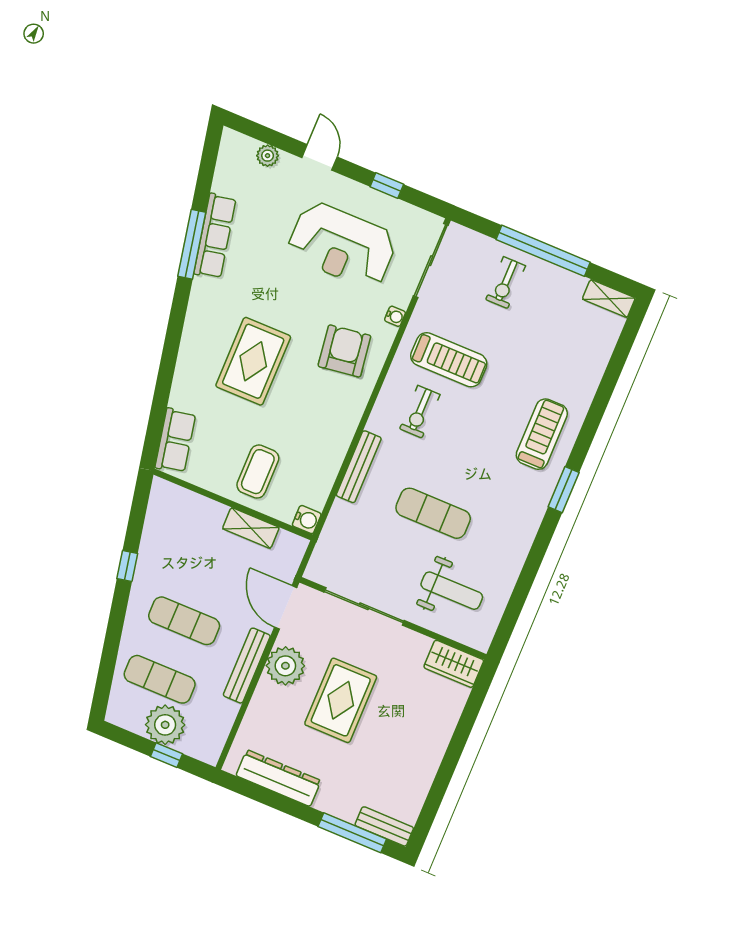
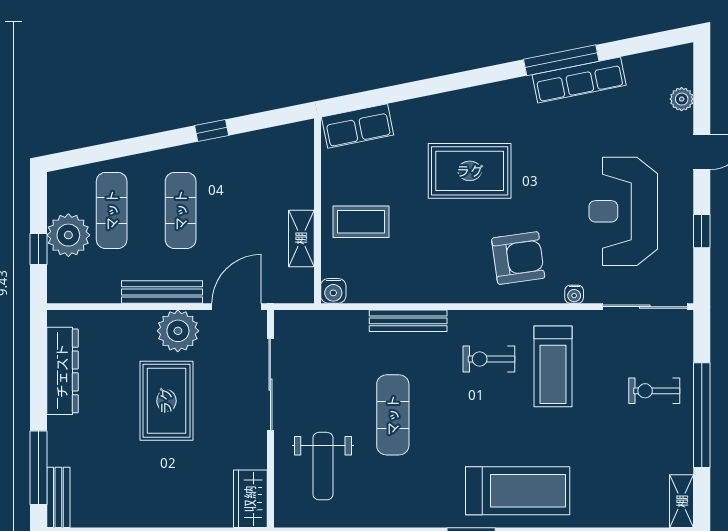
treadmill: (542, 434) -> (518, 491), width x1.37, depth x1.38
rug: (341, 700) -> (166, 401), turned 90

